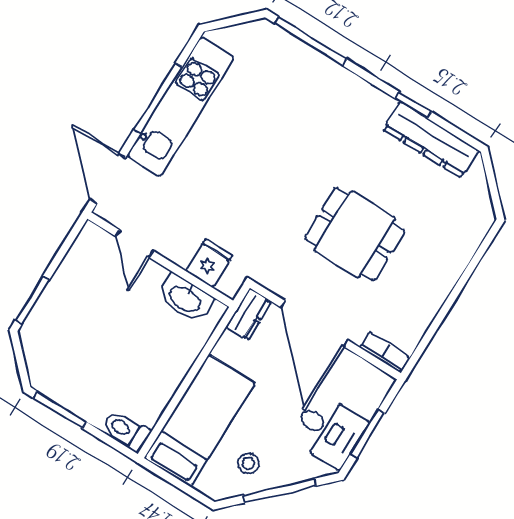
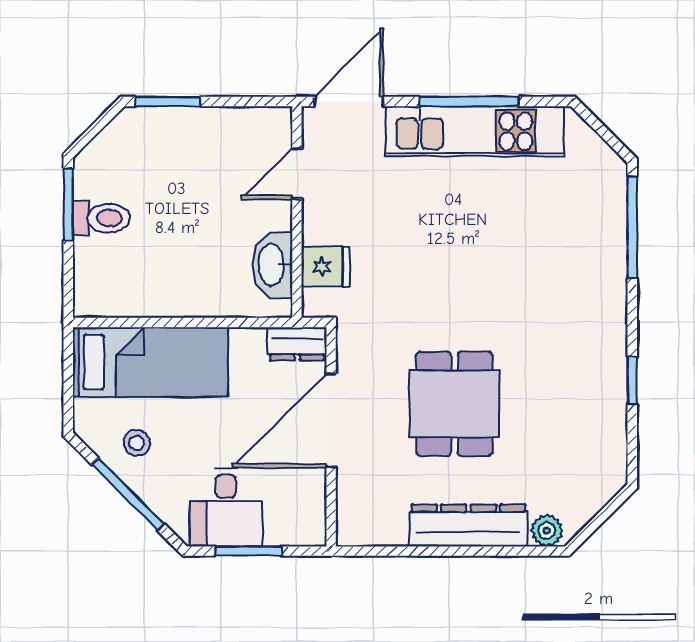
dresser: (431, 140) -> (468, 525), moved, turned 90
plant: (478, 225) -> (547, 531), added
bookcase: (385, 352) -> (348, 515), removed
toilet: (126, 431) -> (101, 218), moved, turned 90

